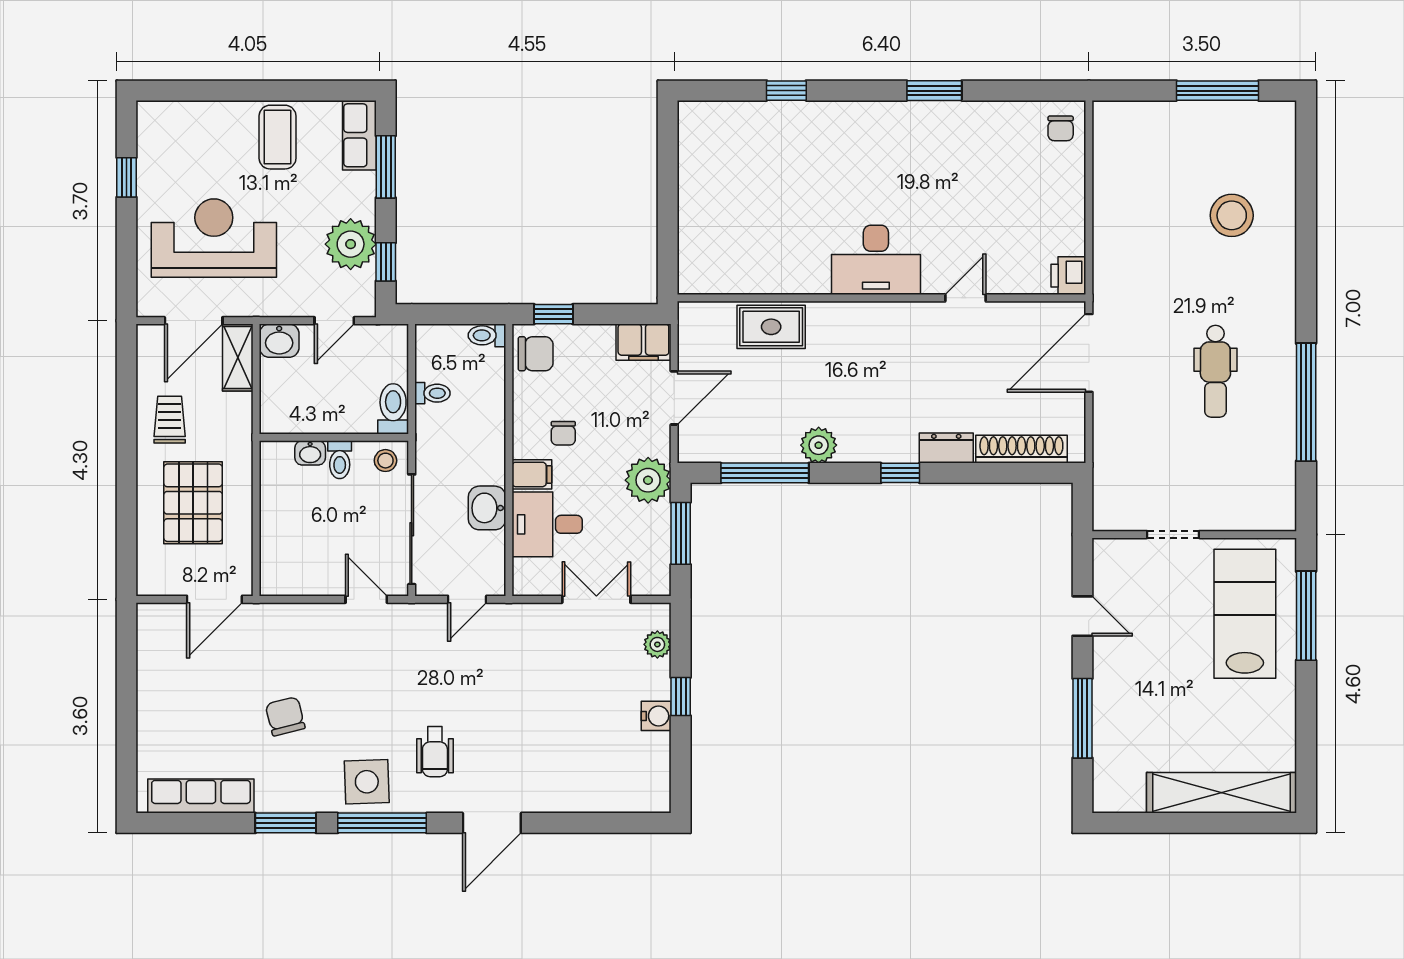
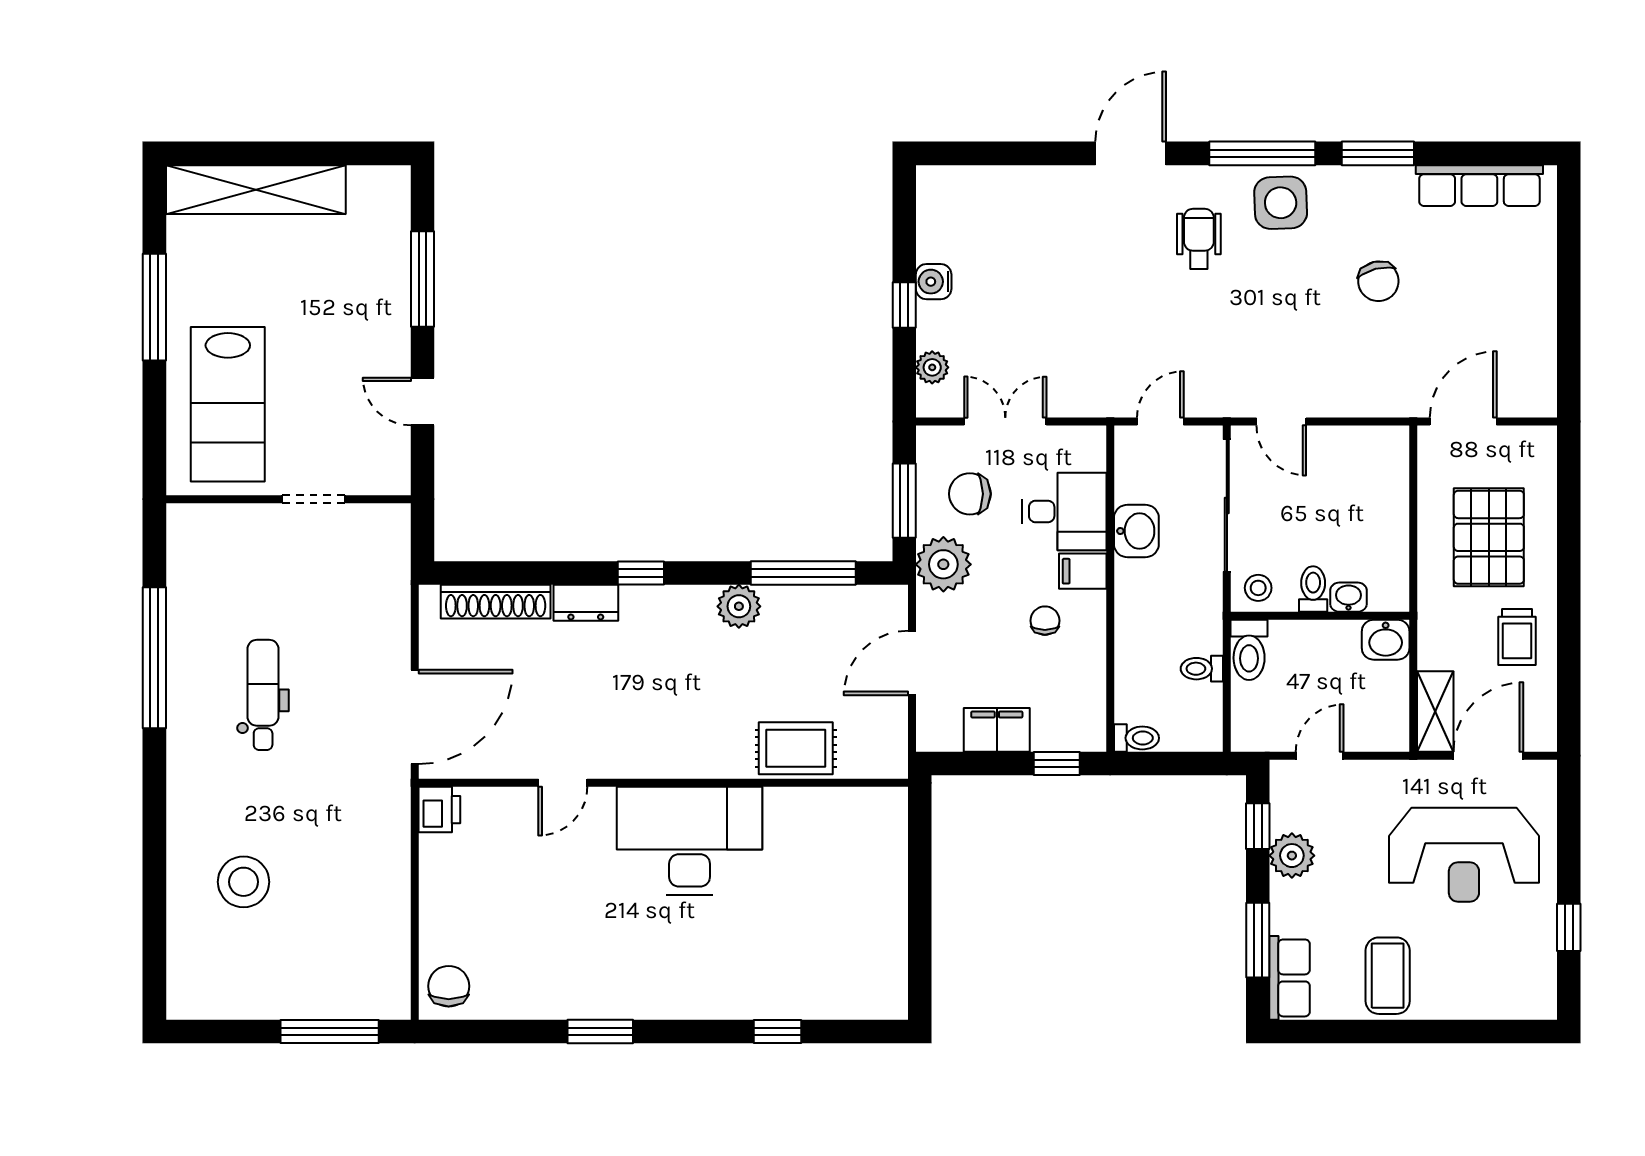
window: (1217, 91) -> (330, 1032), moved
chair: (1061, 128) -> (449, 986), width x1.37, depth x1.37
plant: (351, 244) -> (1292, 856), width x0.73, depth x0.73
desk: (876, 260) -> (690, 841), width x1.36, depth x1.30
washbasin: (279, 341) -> (1386, 640), moved, turned 180
filing cabinet: (643, 342) -> (997, 730), moved
chair: (536, 354) -> (970, 494), moved
double door: (596, 599) -> (1005, 421), swing flipped
window: (1306, 616) -> (154, 307), moved

